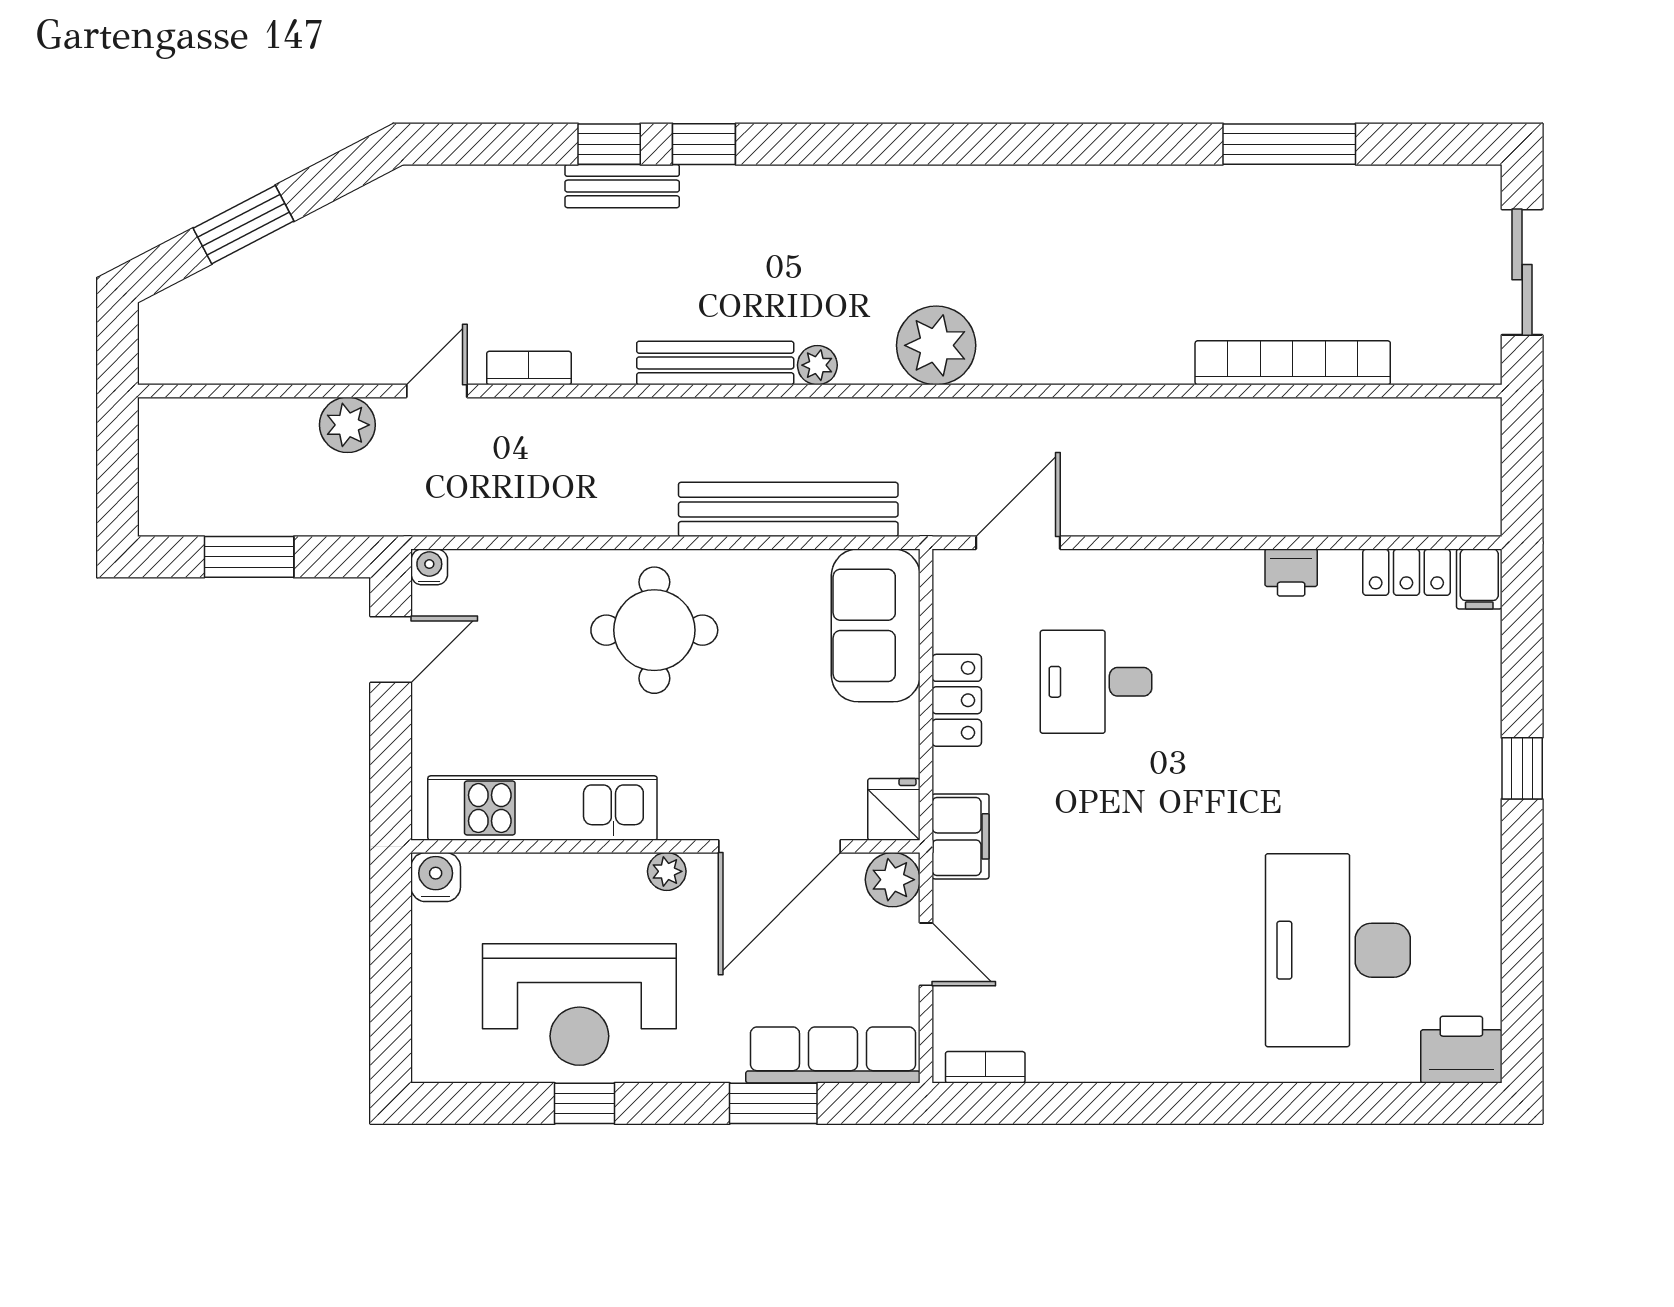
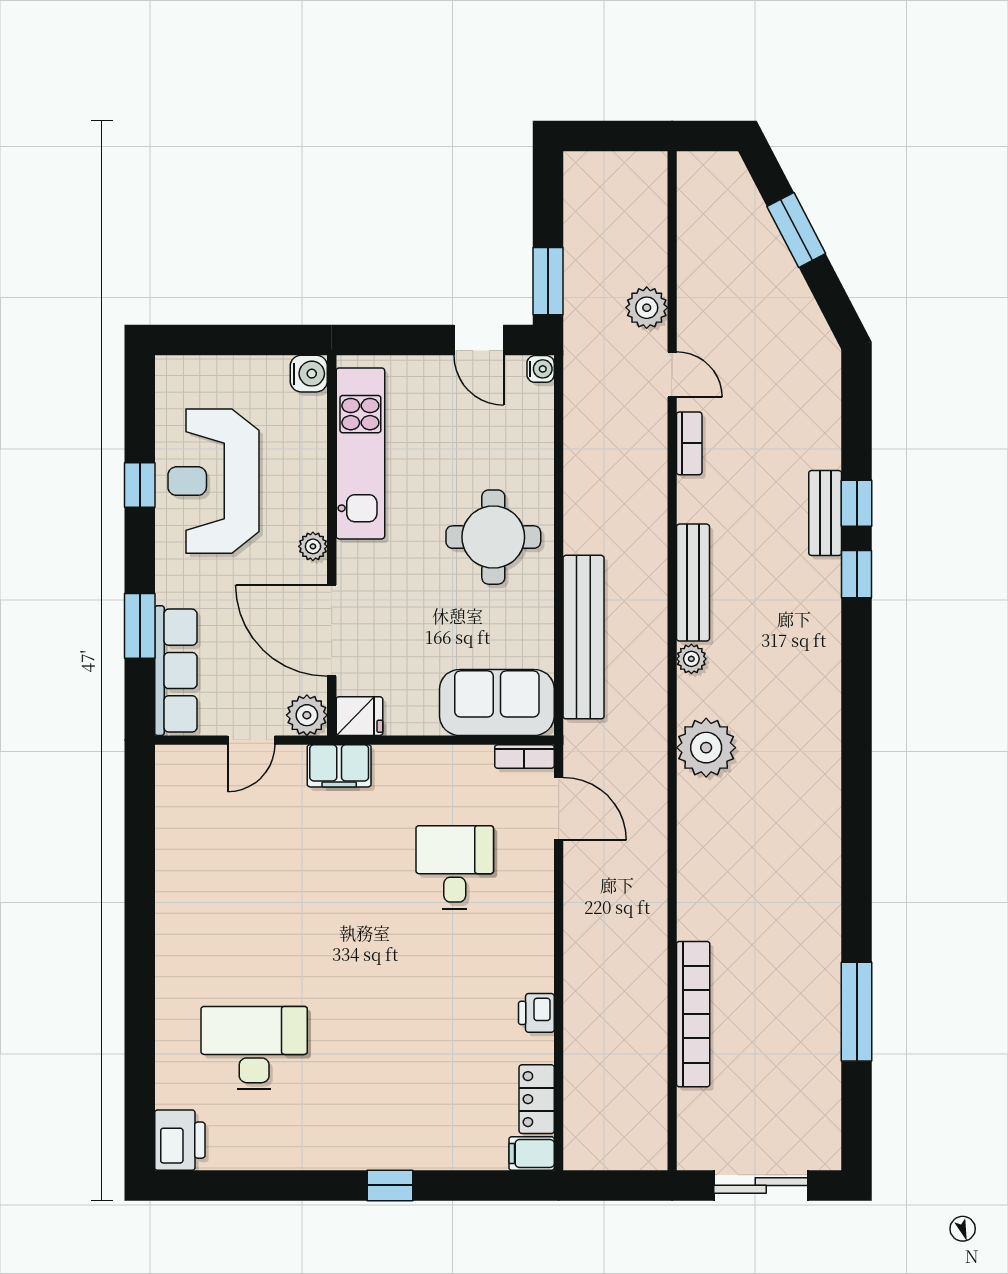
window: (249, 557) -> (548, 281), moved
locker: (957, 700) -> (441, 763), removed
desk: (1338, 950) -> (254, 1048), width x0.73, depth x0.77
bookcase: (985, 1067) -> (524, 756), moved, turned 90

